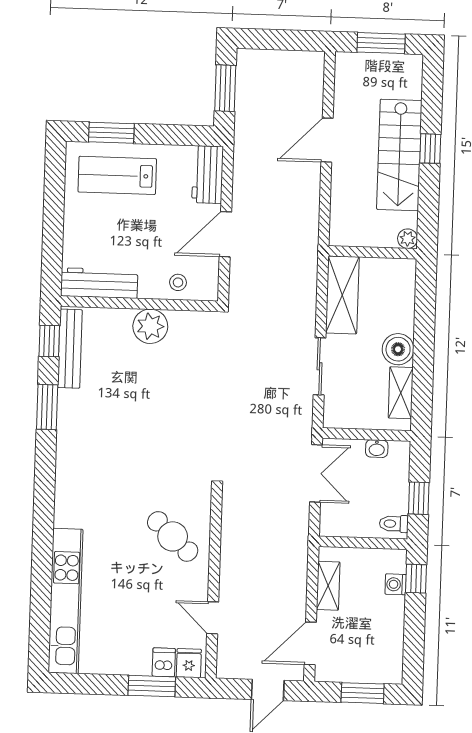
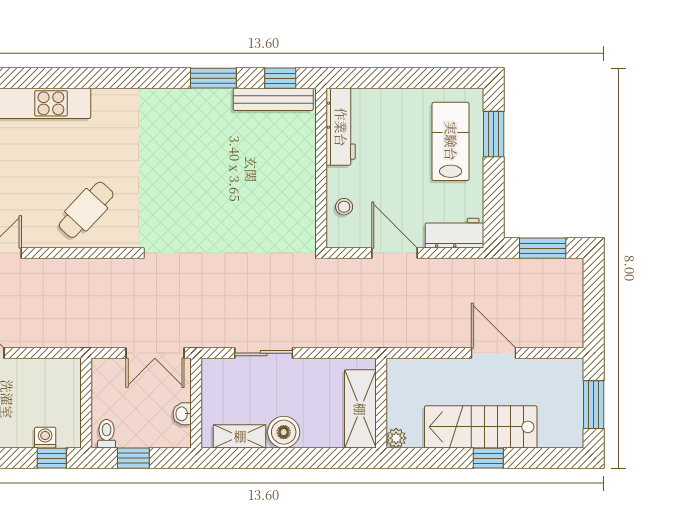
shelving: (342, 295) -> (360, 409), moved, turned 90
plant: (150, 326) -> (299, 180), removed
shelving: (328, 586) -> (41, 369), removed

